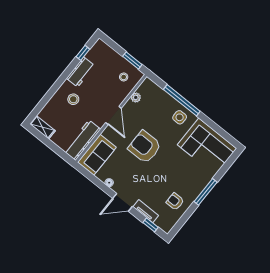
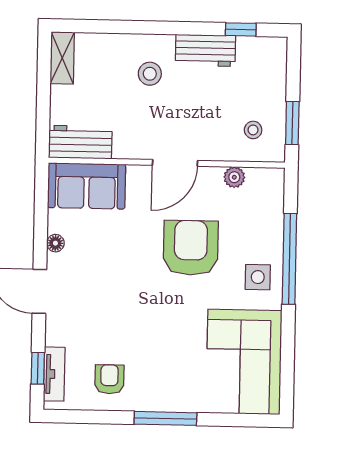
workbench: (82, 140) -> (80, 142), width x0.73
armchair: (145, 147) -> (191, 248), moved
tv unit: (146, 211) -> (54, 374), moved

